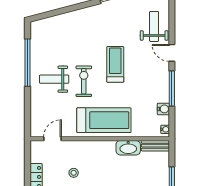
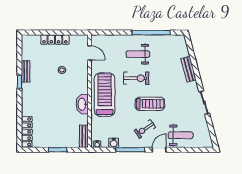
bench: (73, 17) -> (188, 69), added
exercise bike: (146, 70) -> (145, 129), added
weight bench: (54, 79) -> (138, 54), turned -90
treadmill: (104, 120) -> (105, 95), turned 180
washbasin: (128, 148) -> (82, 104), moved

